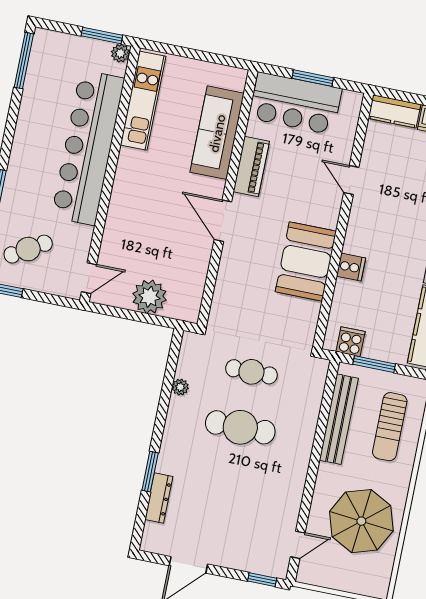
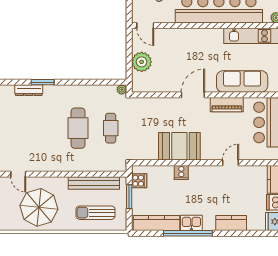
plant: (180, 387) -> (122, 90), moved

